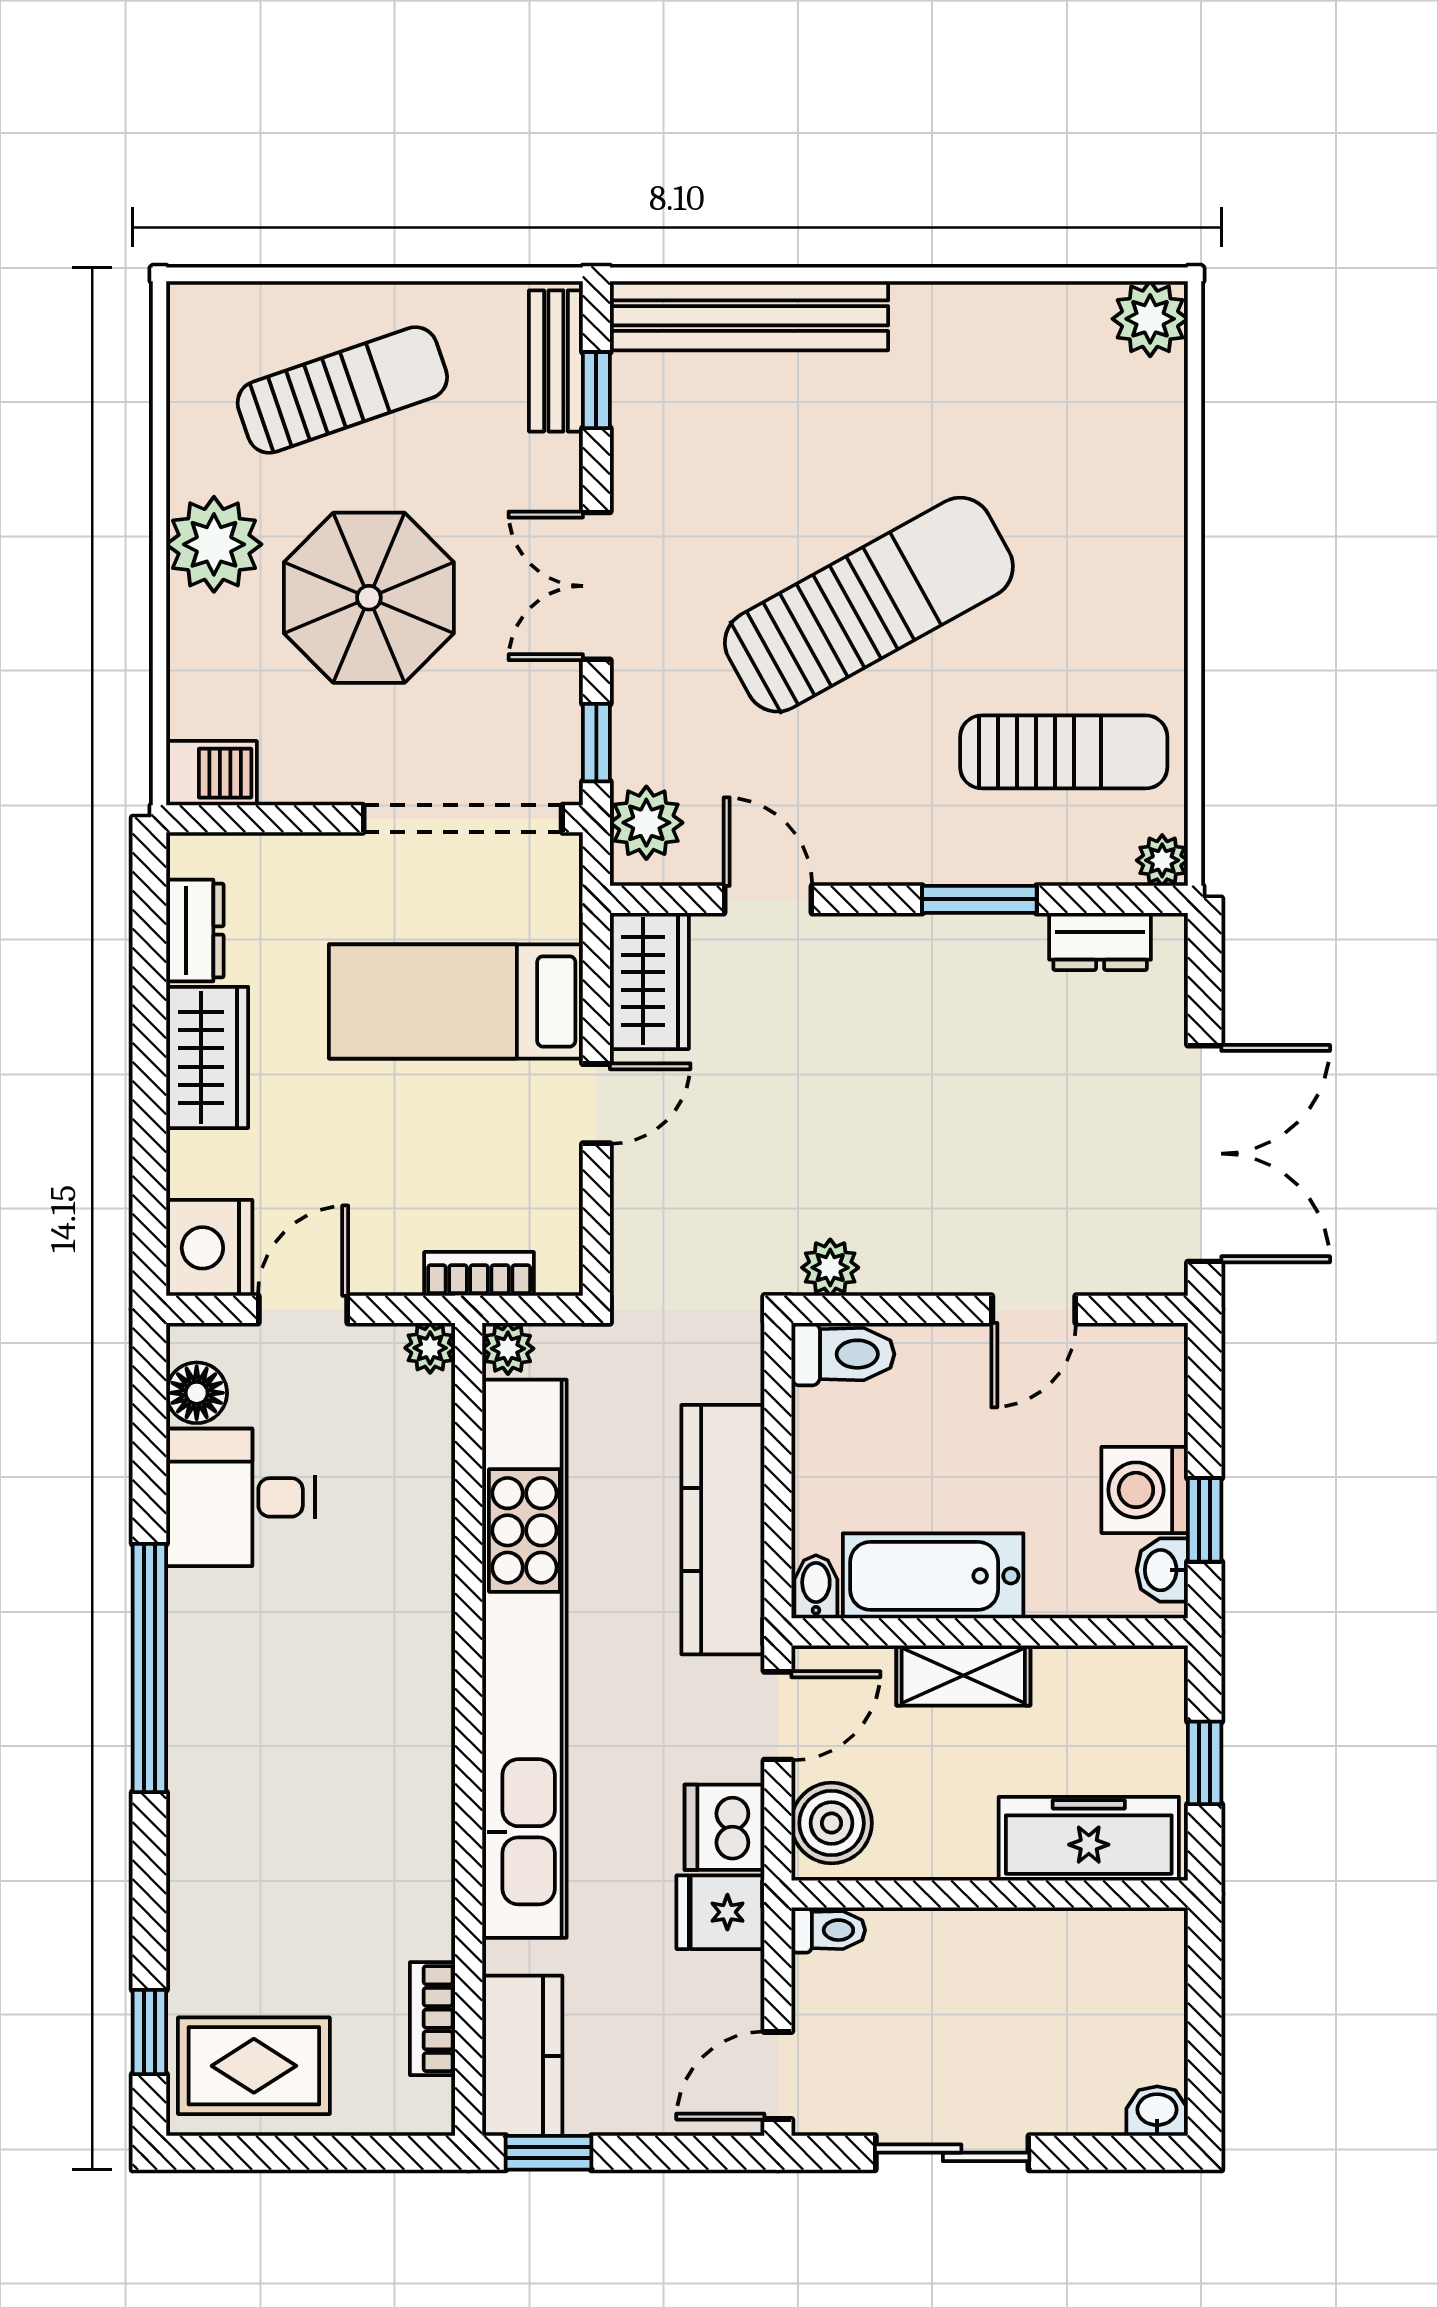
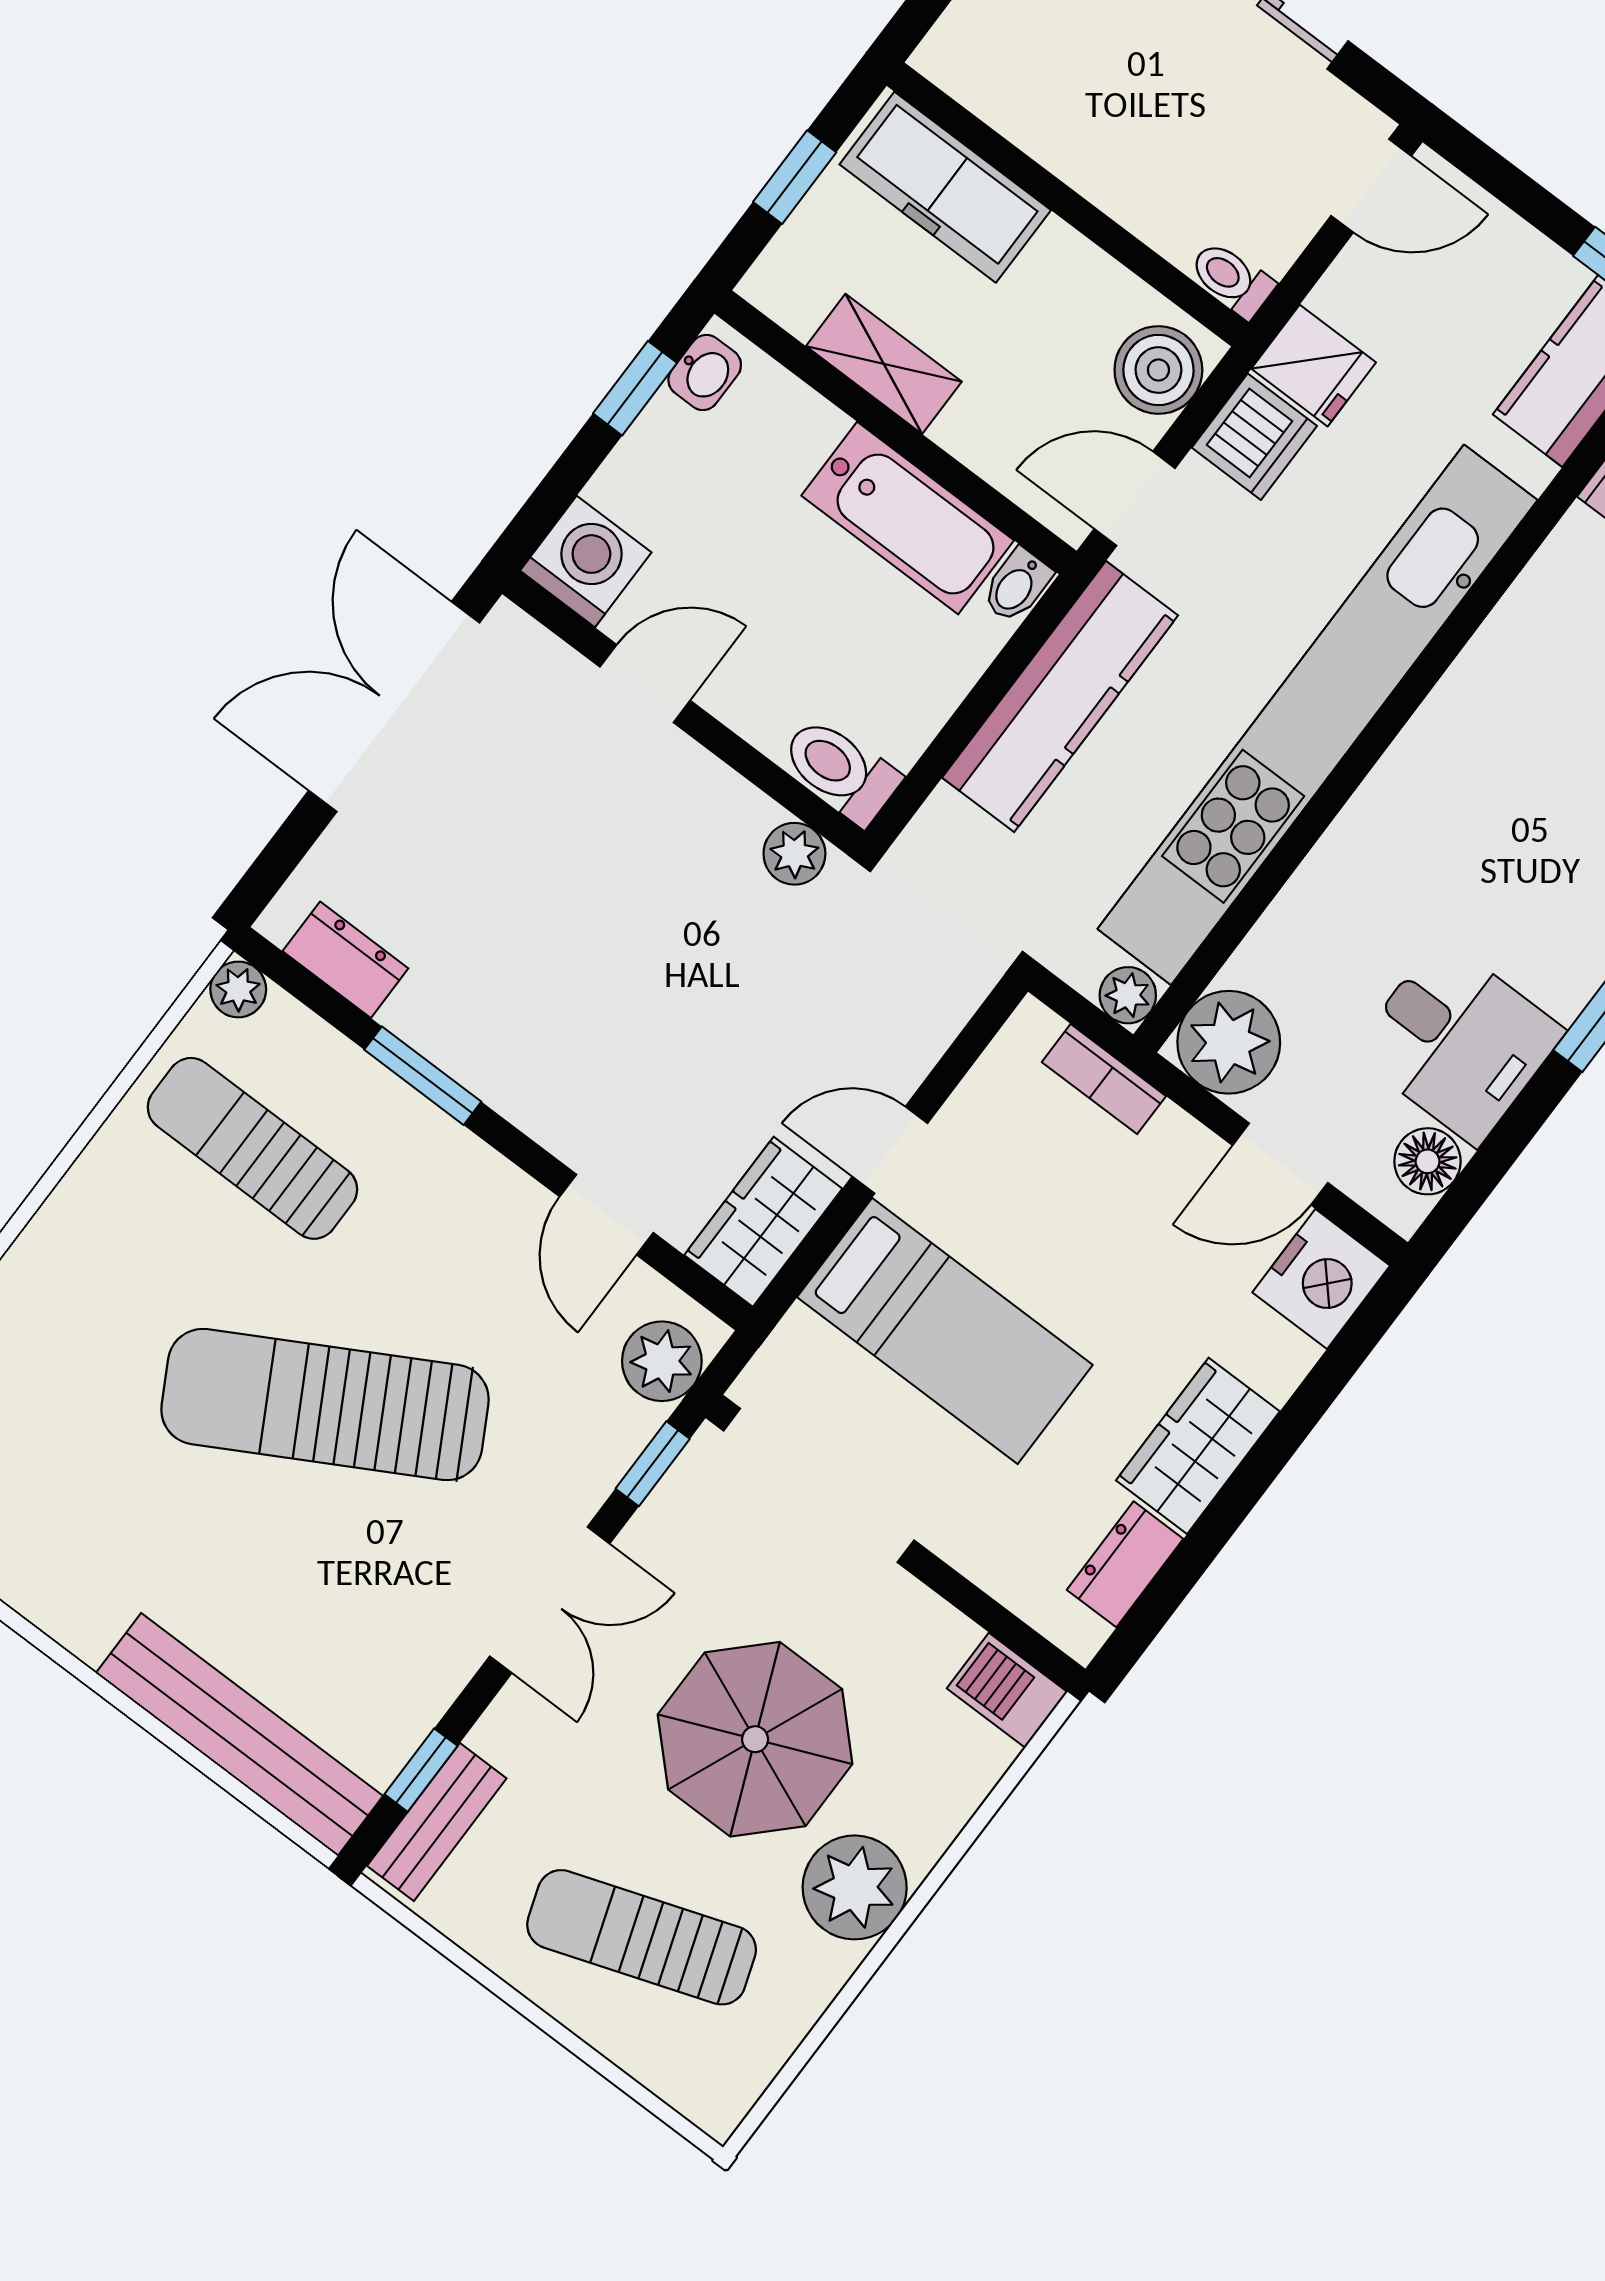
plant: (430, 1348) -> (1229, 1042), width x1.88, depth x1.88
washing machine: (1145, 1490) -> (586, 562), moved, turned -90
shelving: (963, 1675) -> (884, 364), moved

